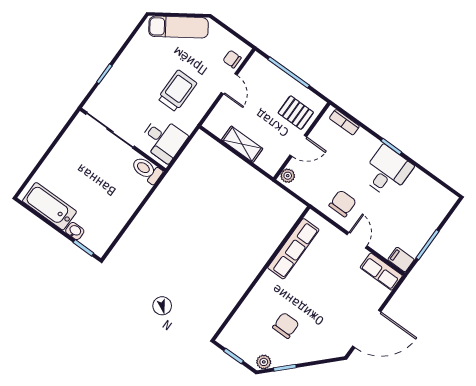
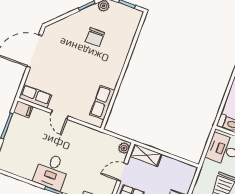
shelving: (242, 144) -> (146, 155), moved
chair: (343, 203) -> (78, 139), removed
row of seats: (293, 249) -> (102, 103), width x0.68

